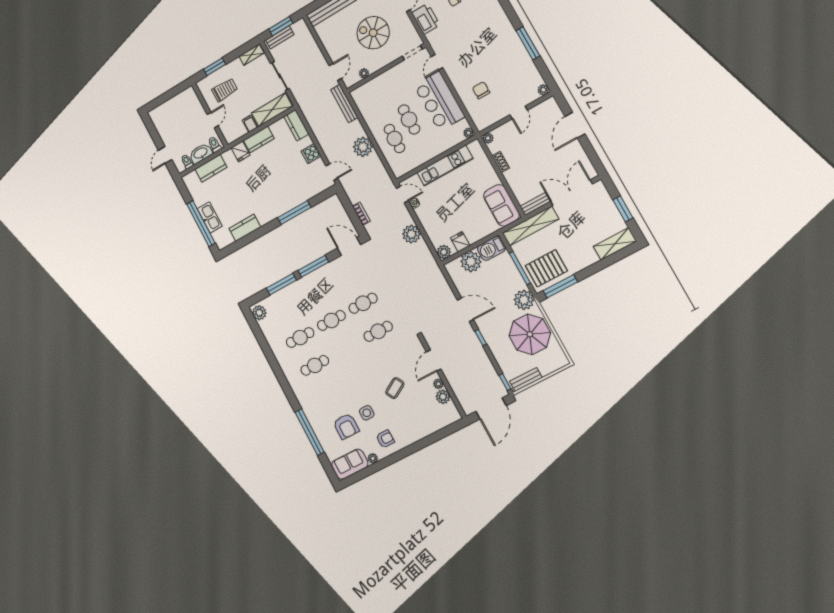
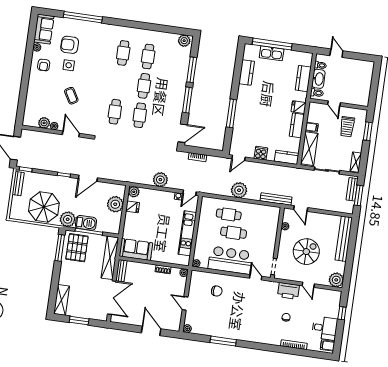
barbecue: (492, 248) -> (86, 223), moved, turned 90

